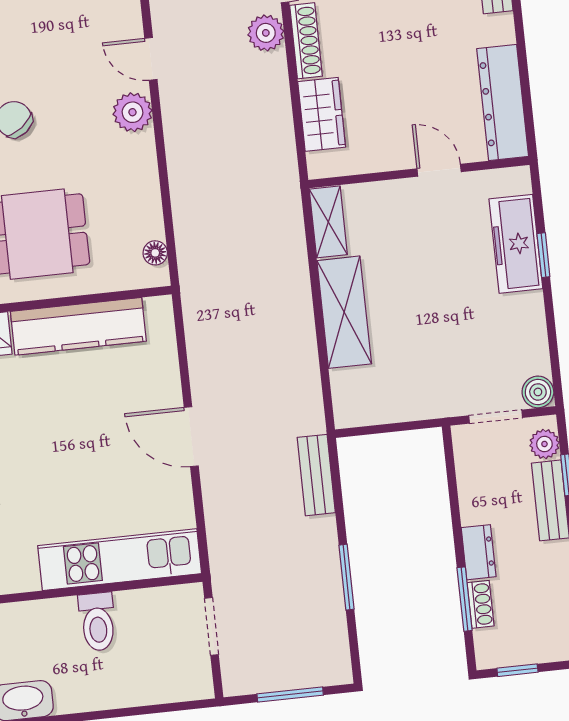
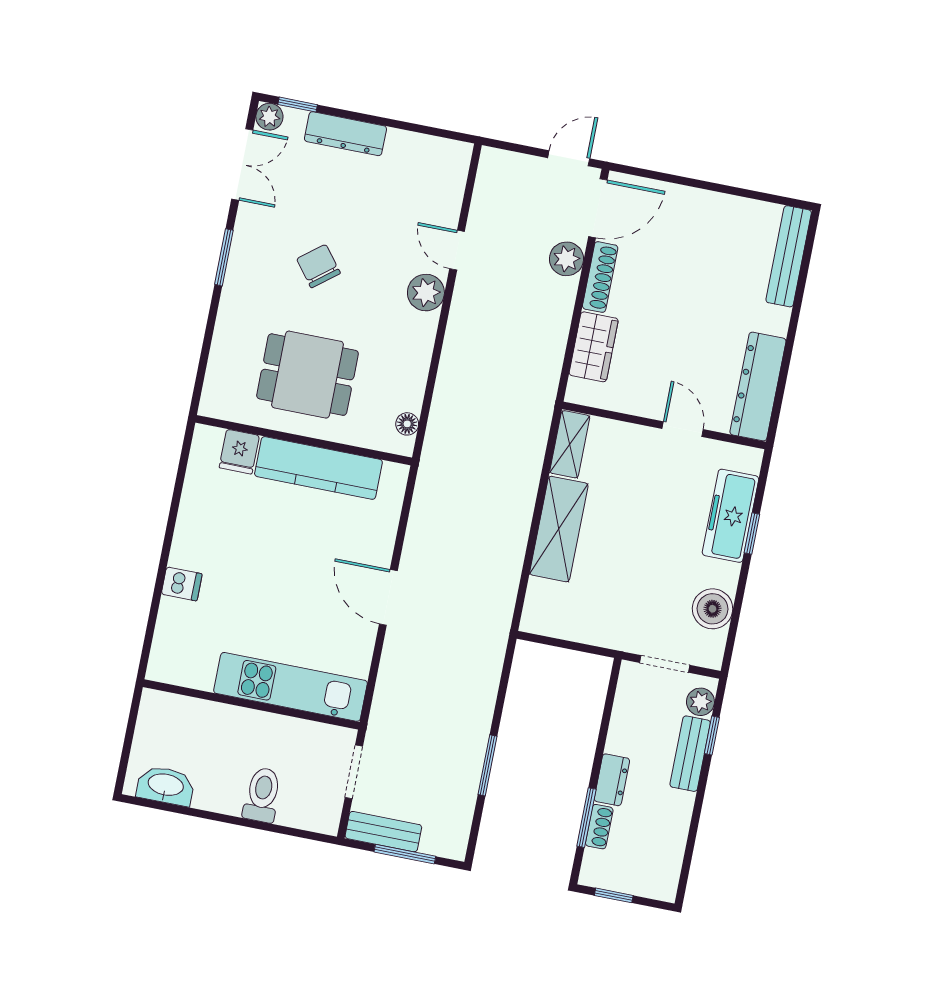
boiler: (538, 392) -> (713, 609), moved, width x1.36, depth x1.36
bench: (316, 475) -> (383, 832), moved, turned 90
toilet: (98, 622) -> (262, 795), moved, turned 180

